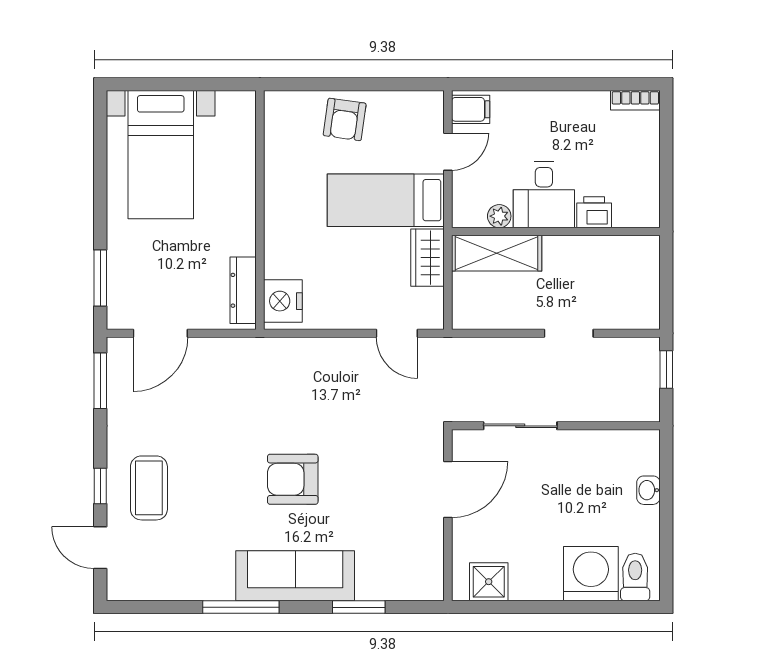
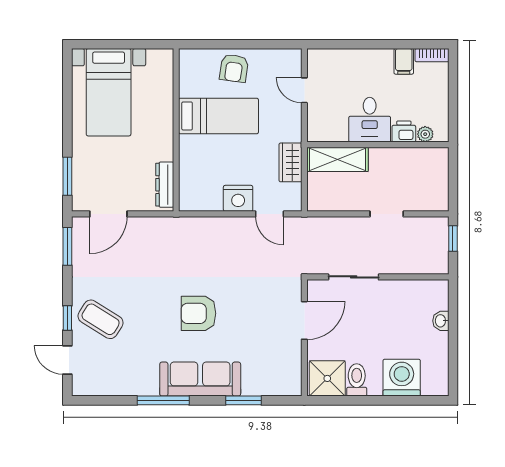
filing cabinet: (471, 109) -> (404, 61), moved, turned 90
door: (448, 152) -> (304, 90), swing flipped
bed: (386, 200) -> (218, 116), moved, turned 180
plant: (499, 216) -> (425, 134), moved
nightstand: (283, 301) -> (238, 198), moved, turned -90
coffee table: (149, 488) -> (101, 319), turned -58
toilet: (635, 577) -> (357, 380), moved
shower: (489, 582) -> (327, 378), width x1.36, depth x1.36

